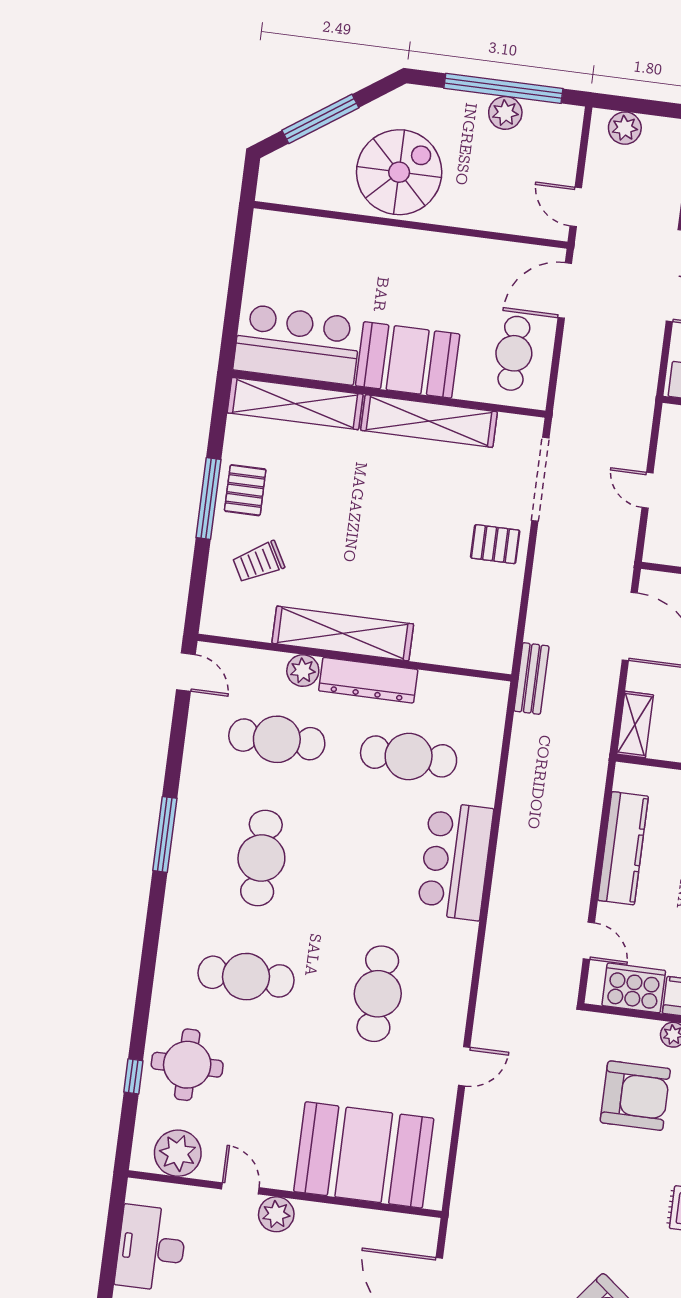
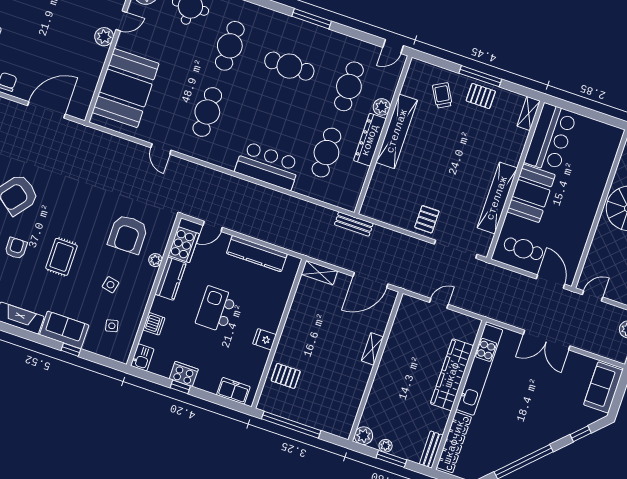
shelving: (295, 404) -> (529, 113), width x0.45, depth x0.75
cafe table: (378, 994) -> (207, 112), turned 90

